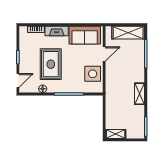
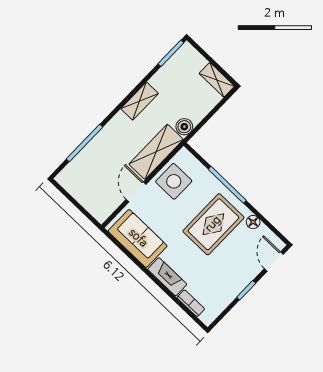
shelving: (128, 33) -> (156, 152), moved, turned 90
door: (104, 54) -> (136, 192), hinge flipped
rug: (51, 64) -> (213, 224), moved
door: (18, 81) -> (274, 262), hinge flipped
boiler: (110, 101) -> (184, 127), added

